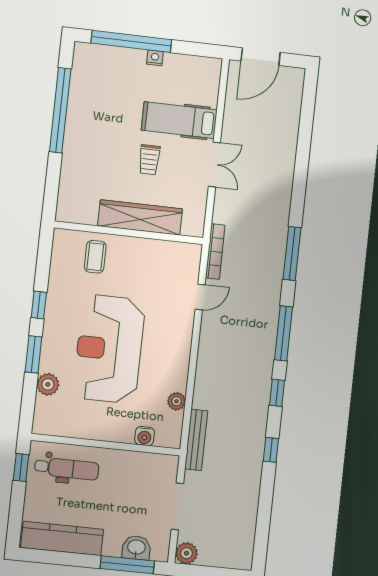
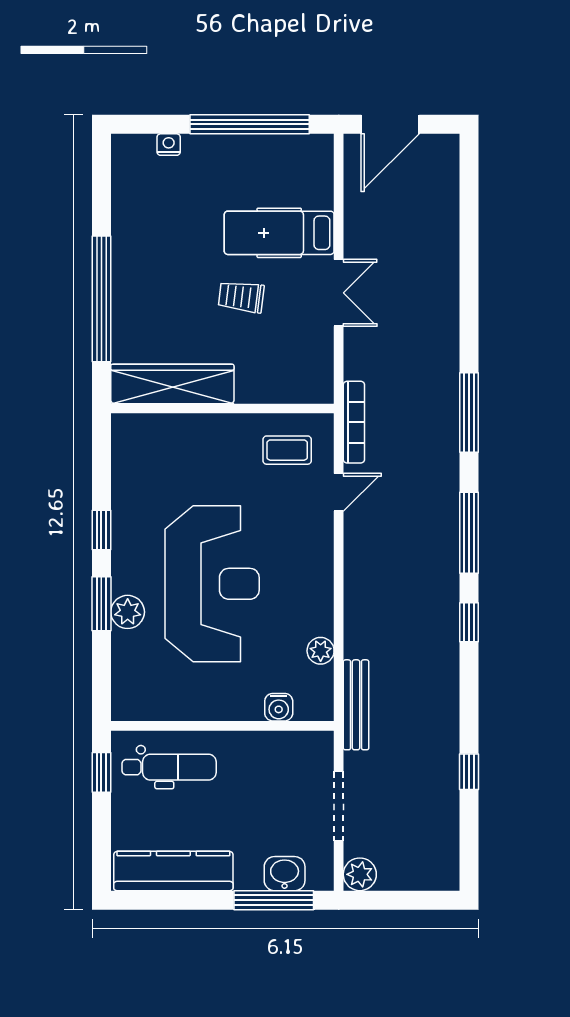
window: (131, 41) -> (250, 124), moved
nightstand: (155, 58) -> (169, 145), moved
window: (60, 110) -> (101, 299), moved
trolley: (149, 160) -> (241, 297), turned 97
wardrobe: (140, 217) -> (172, 384), moved
coffee table: (95, 257) -> (287, 450), moved, turned 90
reception desk: (109, 349) -> (212, 584), turned 180
plant: (48, 384) -> (128, 612), moved
window: (271, 450) -> (469, 772), moved

